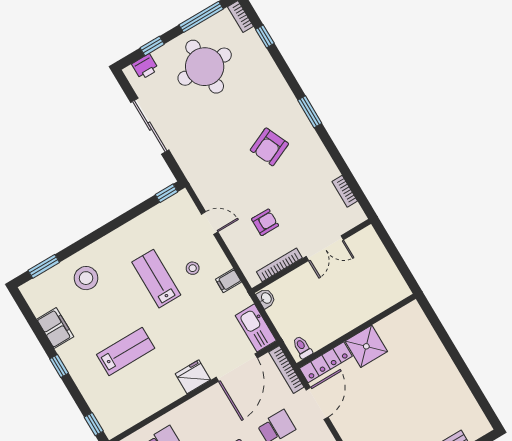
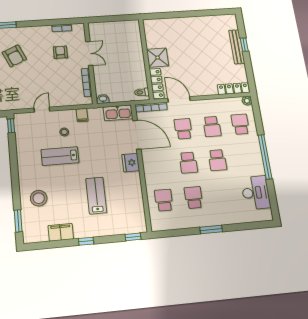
armchair: (265, 222) -> (60, 52), moved

